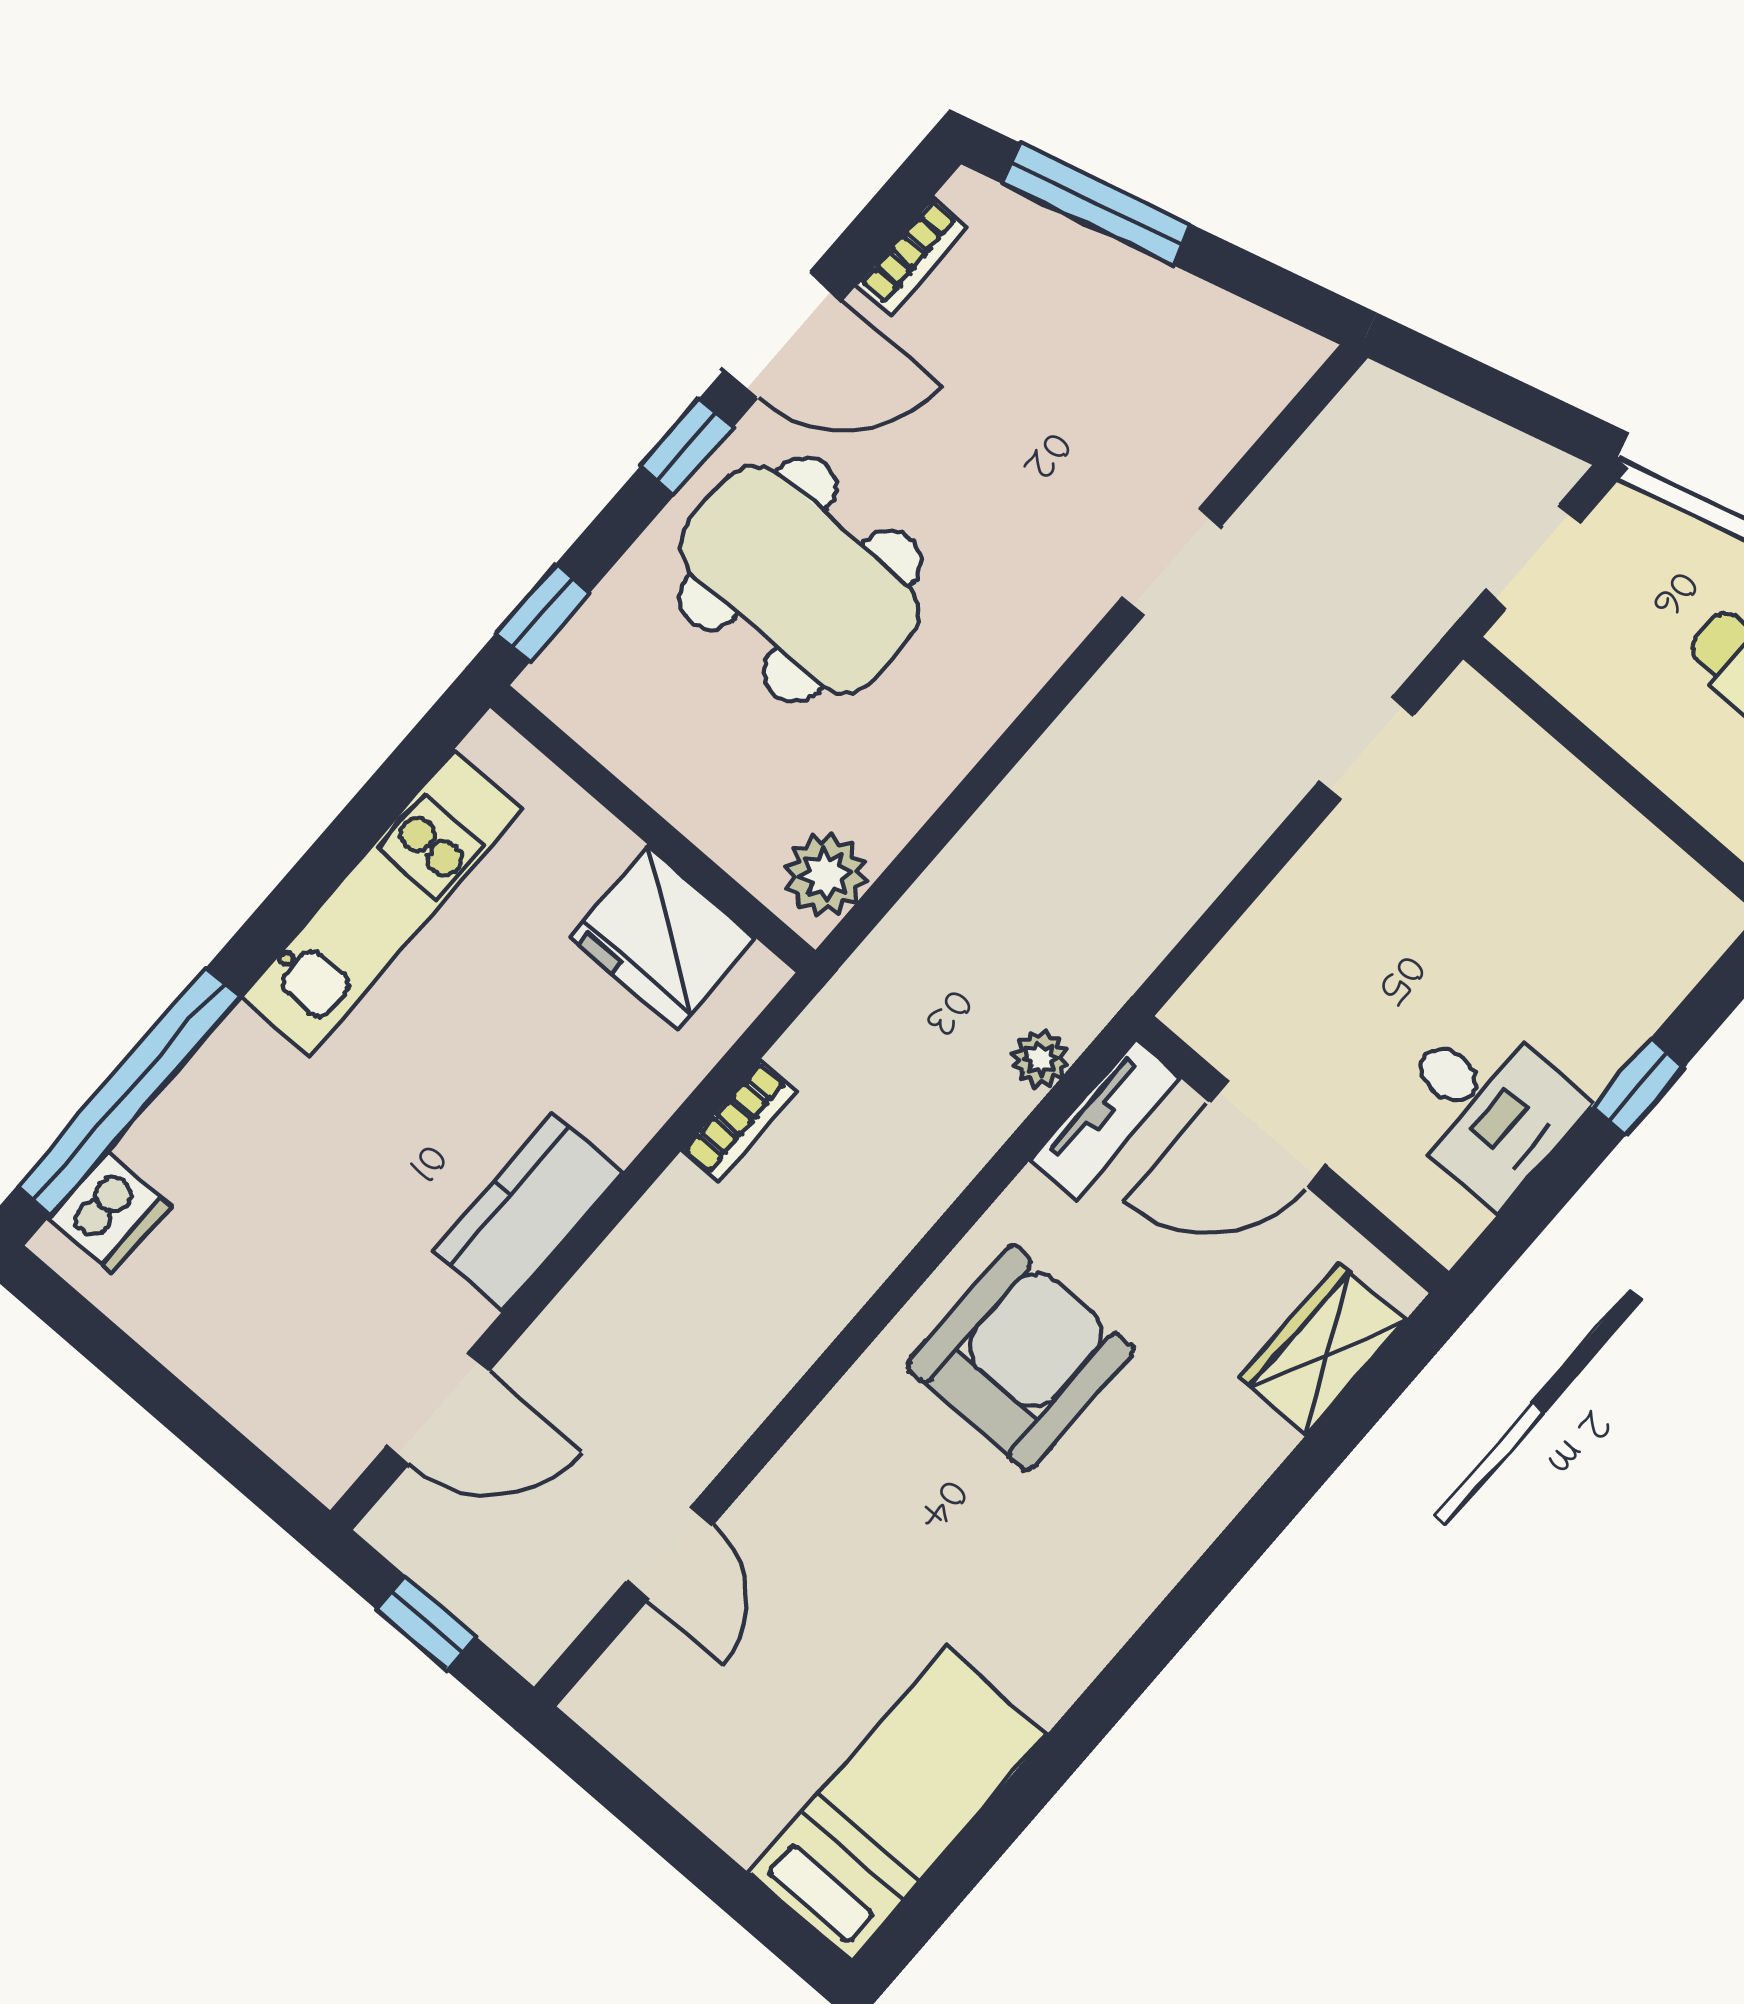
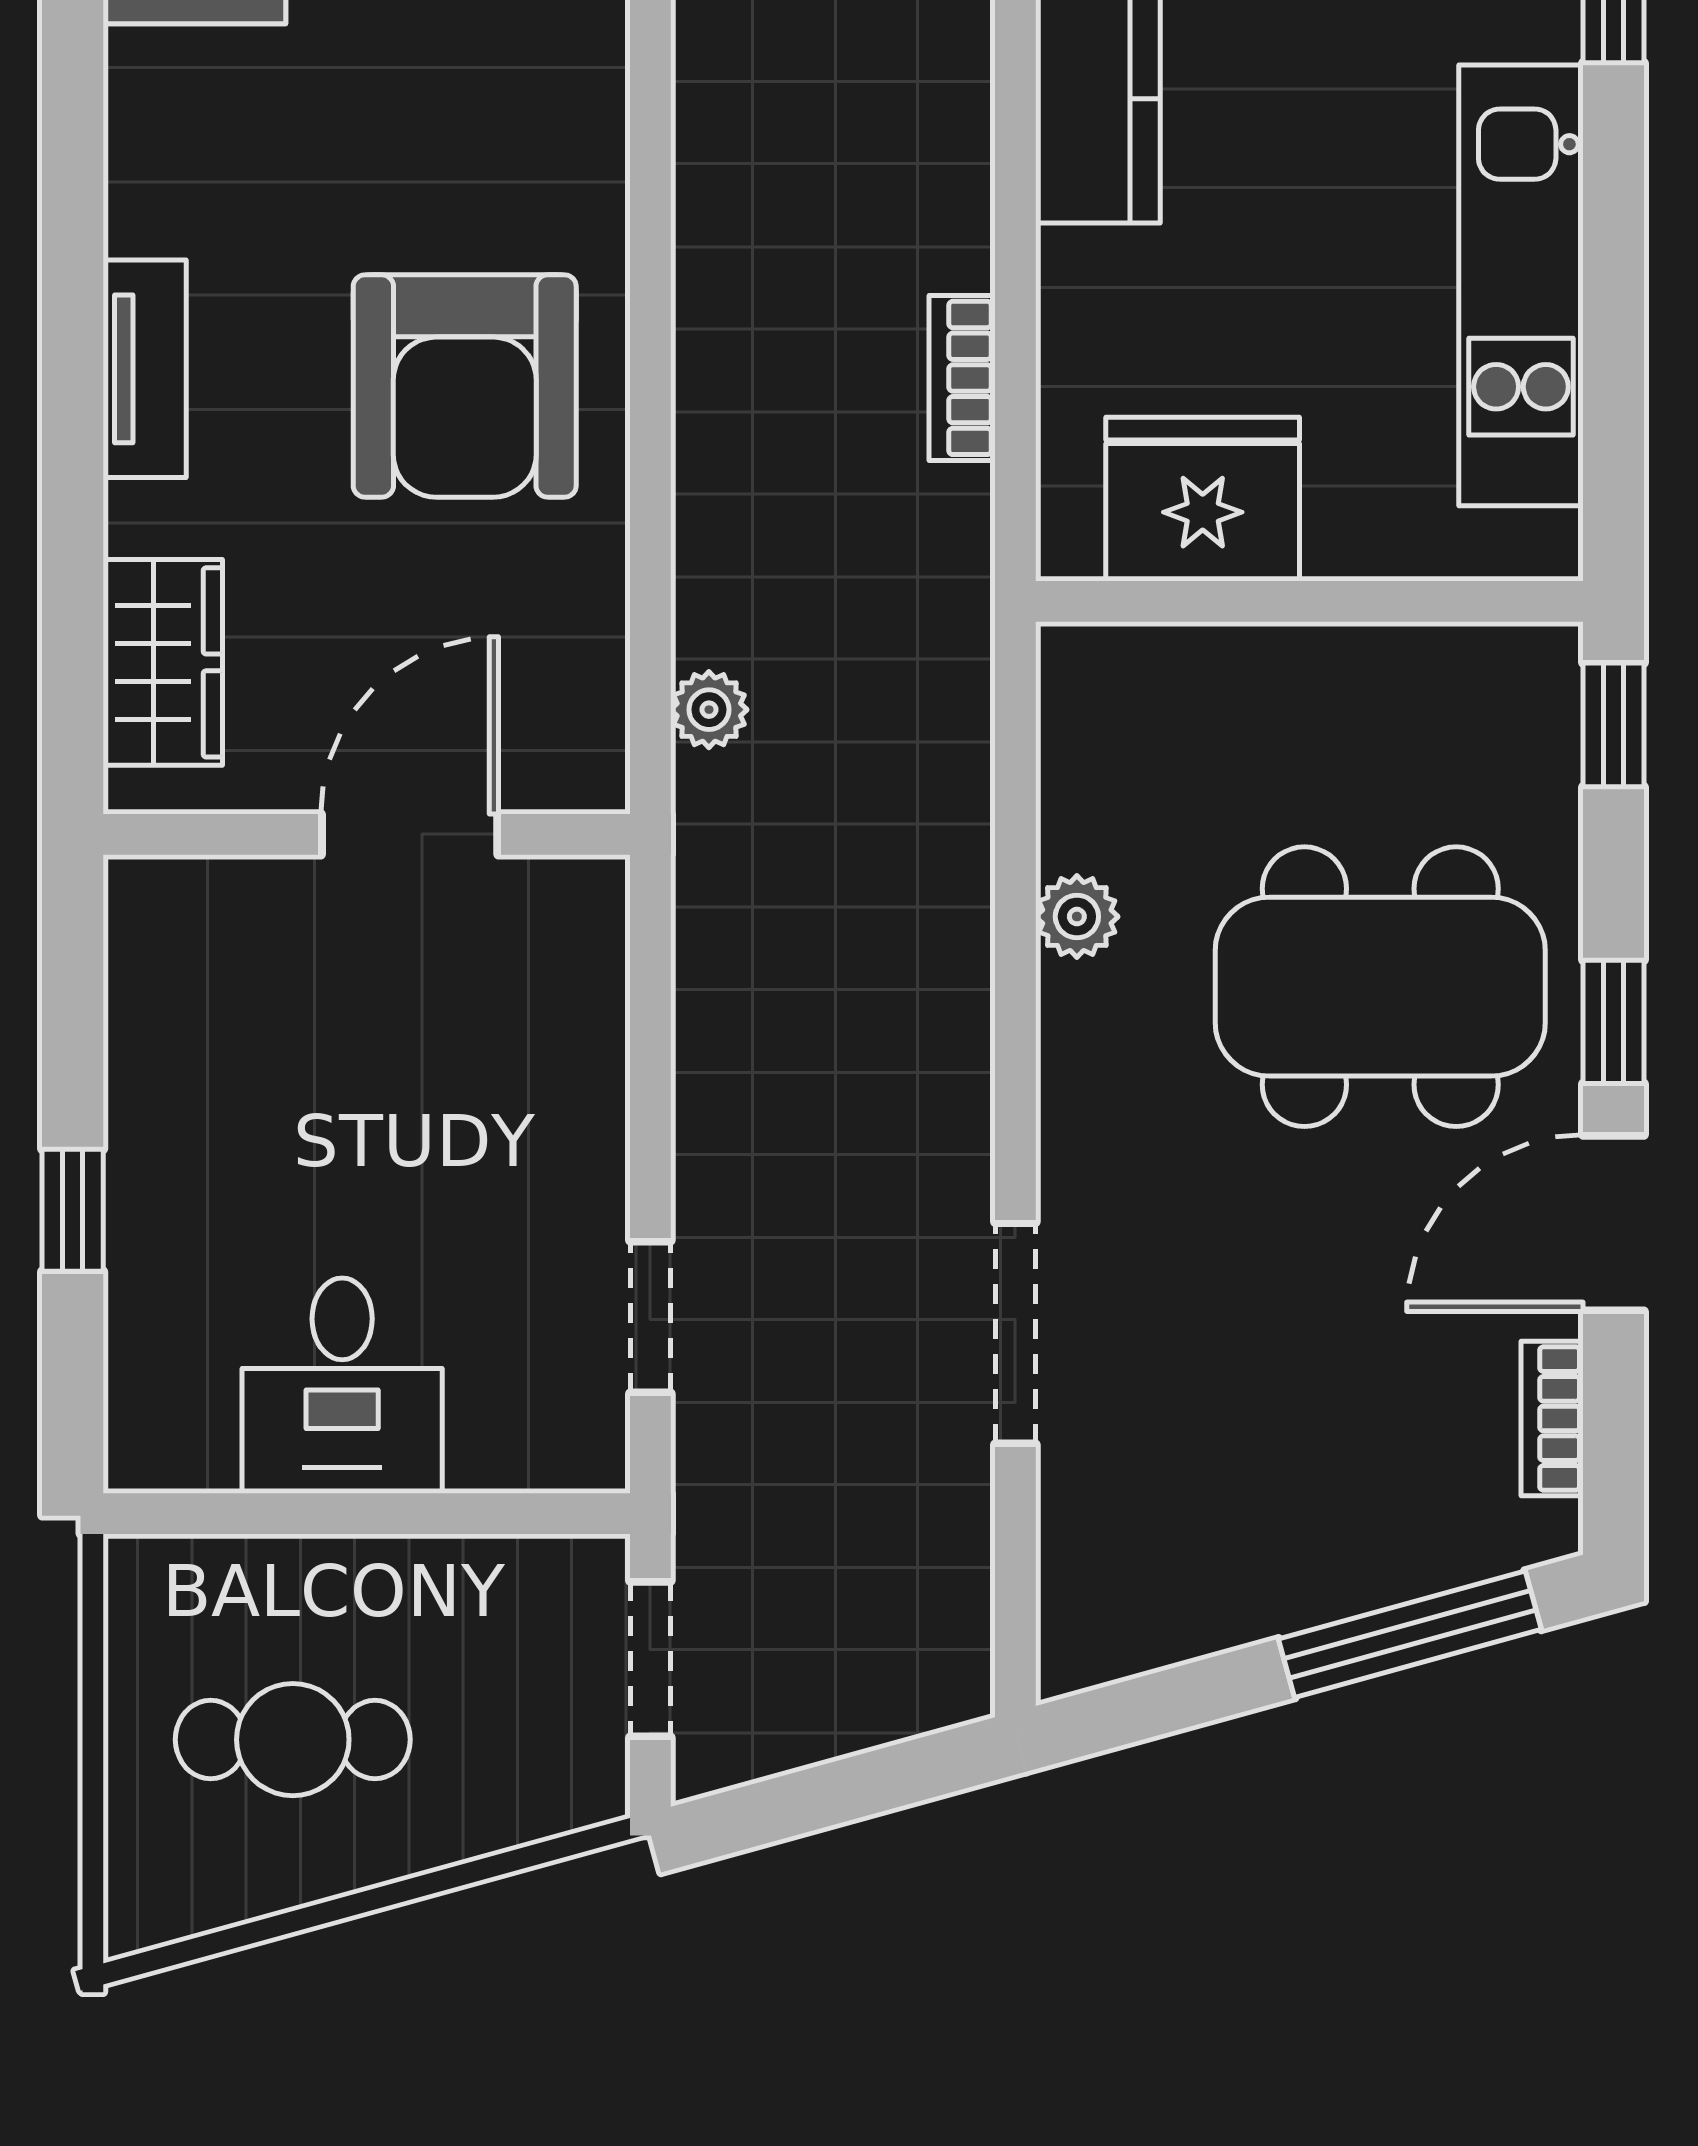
doorway: (1171, 563) -> (1015, 1333), width x1.38
plant: (825, 875) -> (1077, 917), moved, width x0.73, depth x0.73
desk: (1485, 1107) -> (342, 1386), moved, turned -90
tv unit: (1105, 1119) -> (145, 369), moved, turned 180

